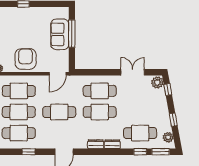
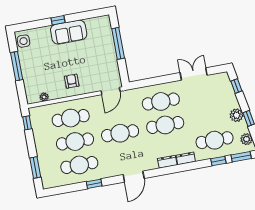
sofa: (60, 34) -> (69, 32), moved, turned -90
armchair: (25, 59) -> (72, 81), width x0.53, depth x0.53
plant: (157, 83) -> (236, 115), moved

